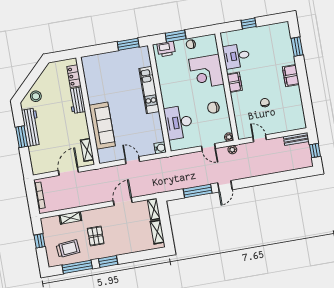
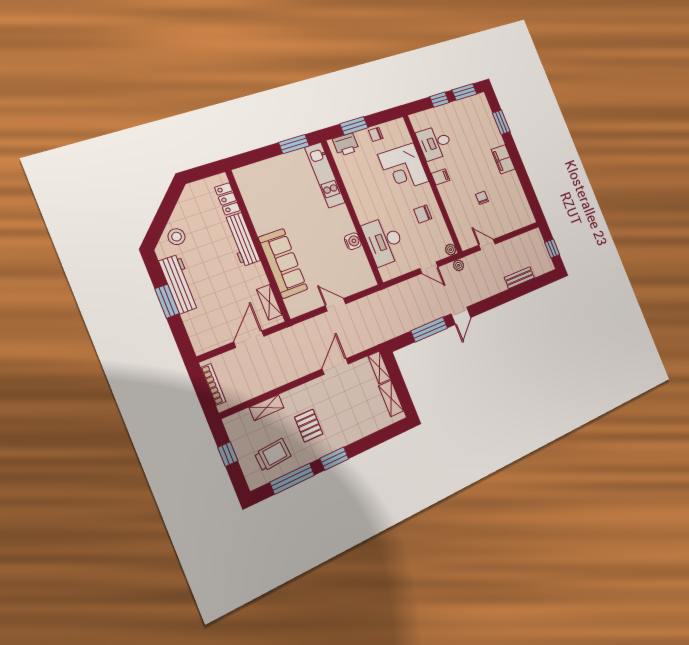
window: (271, 20) -> (464, 92), added
filing cabinet: (235, 82) -> (441, 177), width x0.50
kitchen unit: (149, 90) -> (325, 175), moved
workbench: (77, 100) -> (242, 239), width x1.37
bench: (296, 139) -> (519, 278), moved
water cooler: (160, 148) -> (353, 241), moved

